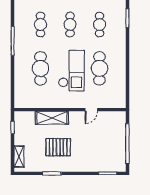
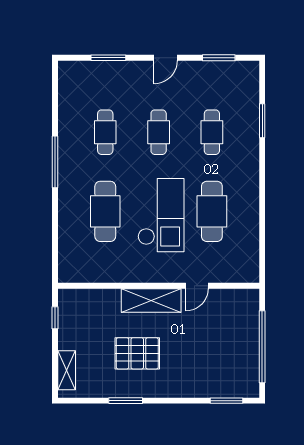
shelving: (52, 118) -> (151, 300), moved

